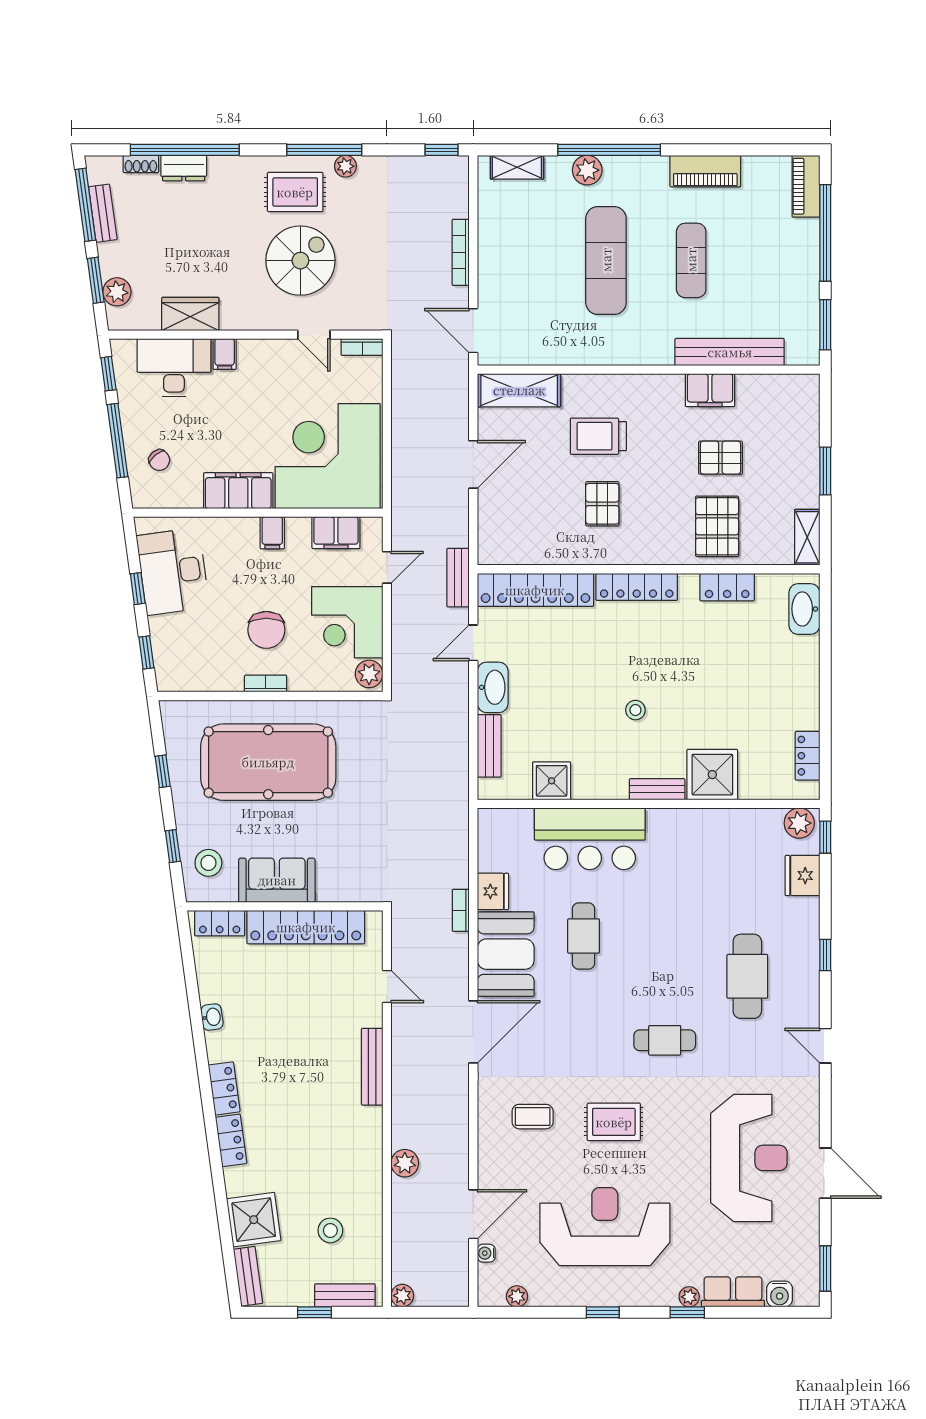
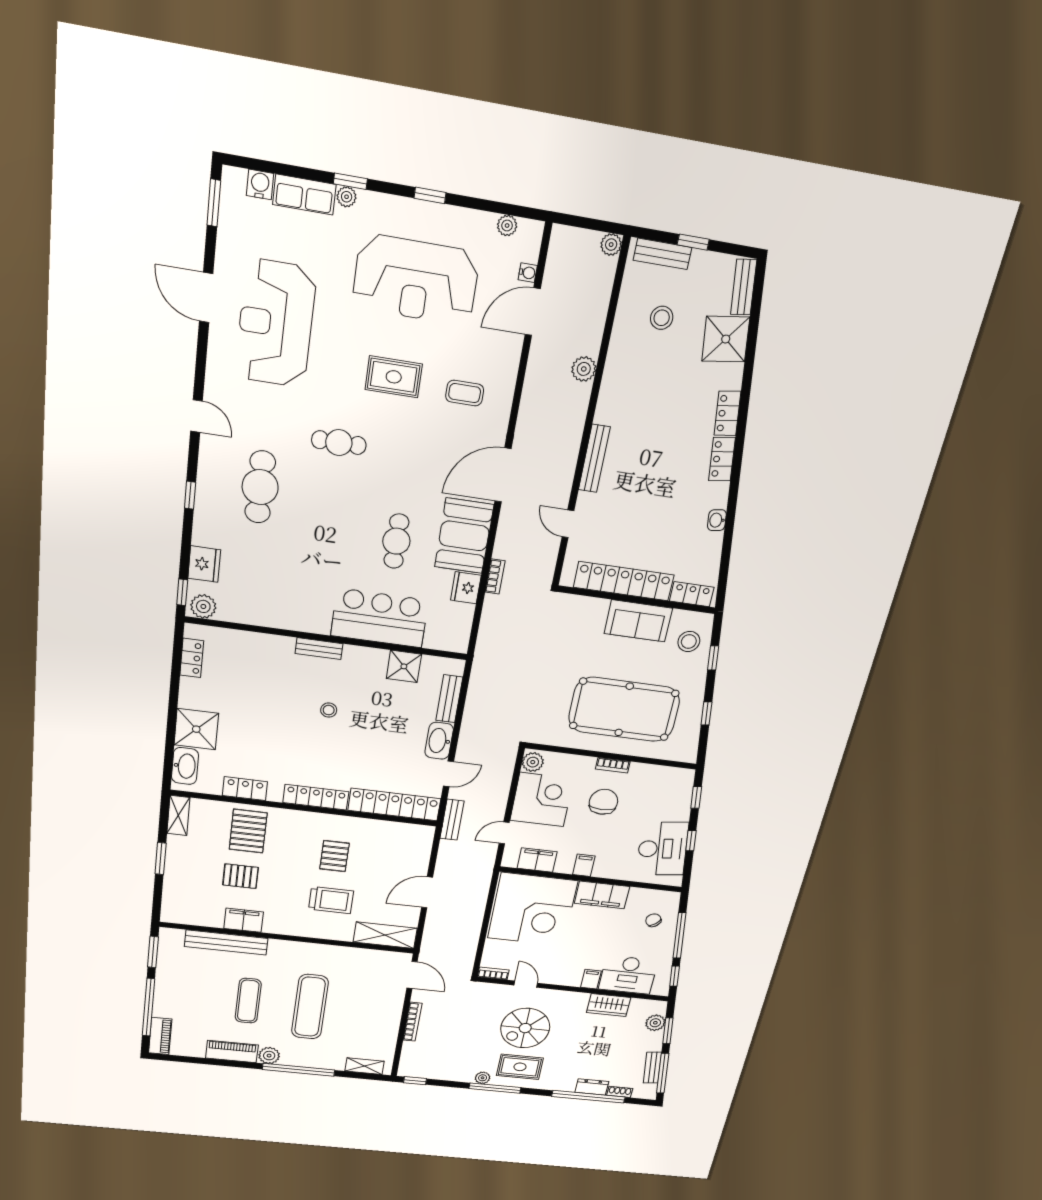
plant: (587, 170) -> (269, 1056), moved
shower: (712, 775) -> (196, 729), moved

